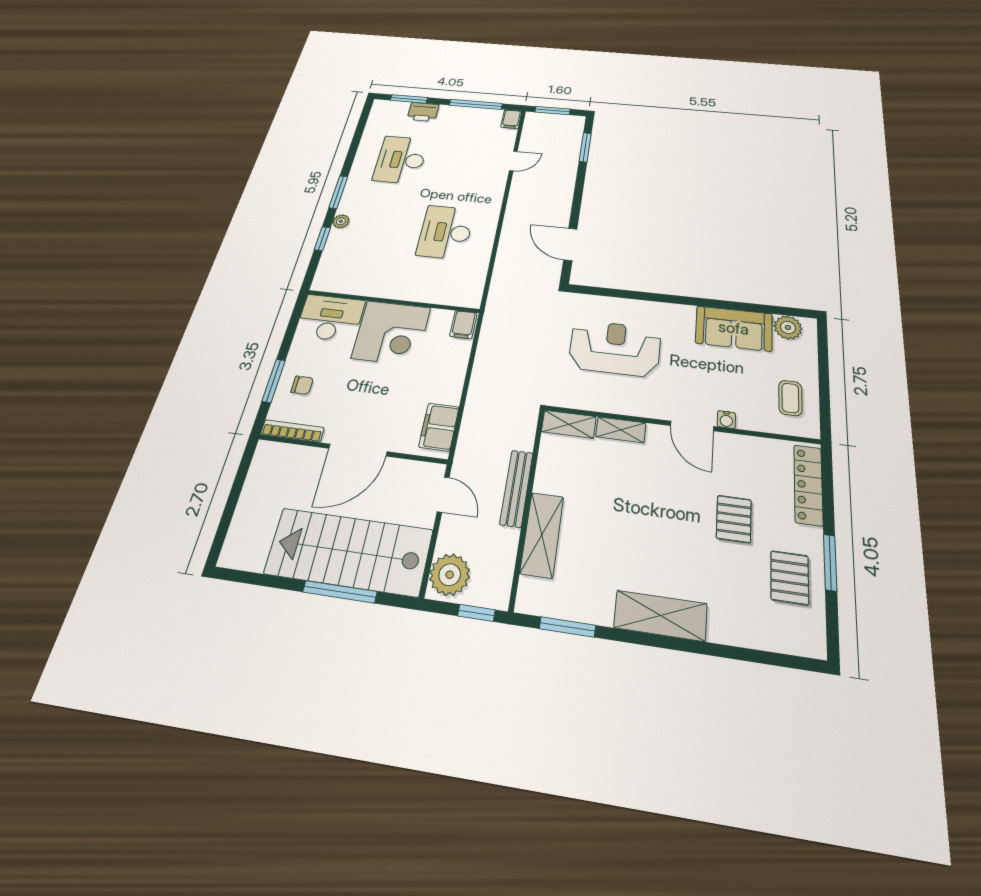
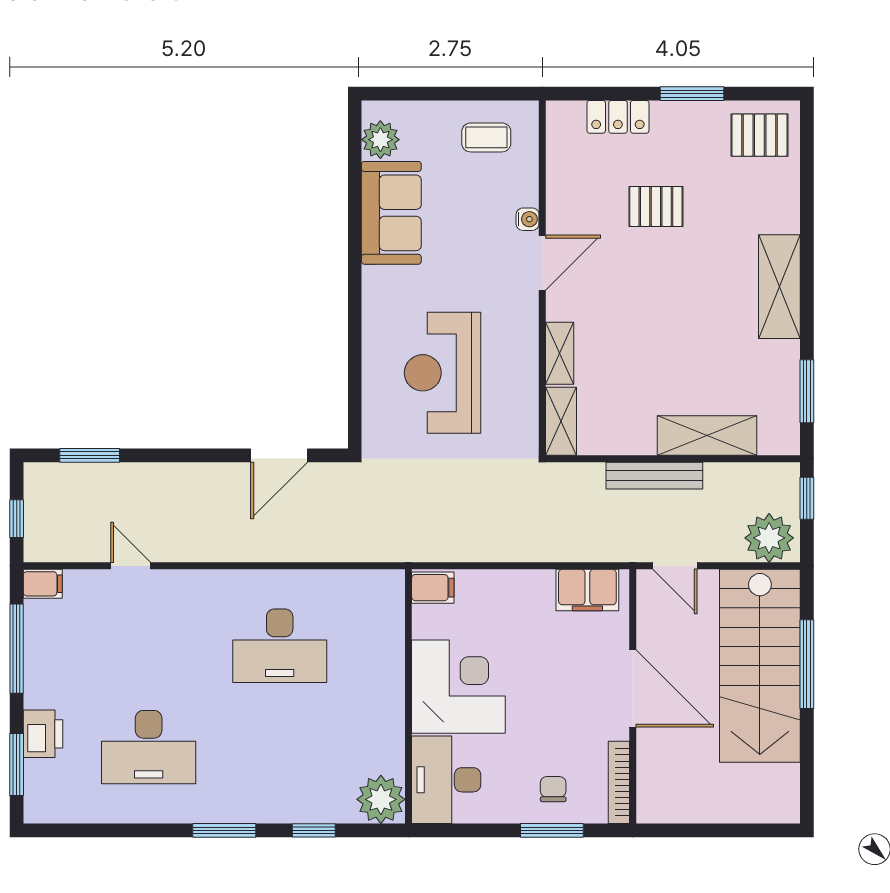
window: (552, 111) -> (17, 519), width x0.67
plant: (341, 221) -> (381, 799), moved, width x1.87, depth x1.87
locker: (808, 485) -> (618, 117), width x0.66
door: (443, 494) -> (675, 566), swing flipped
pallet: (790, 578) -> (759, 135), moved

